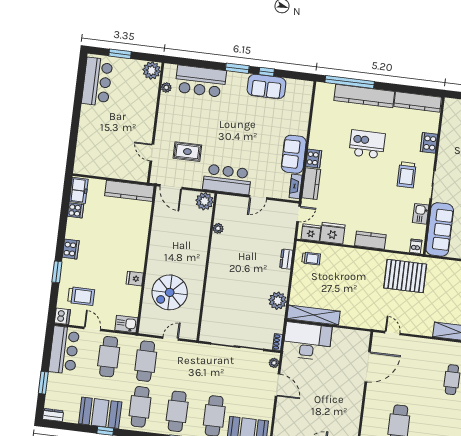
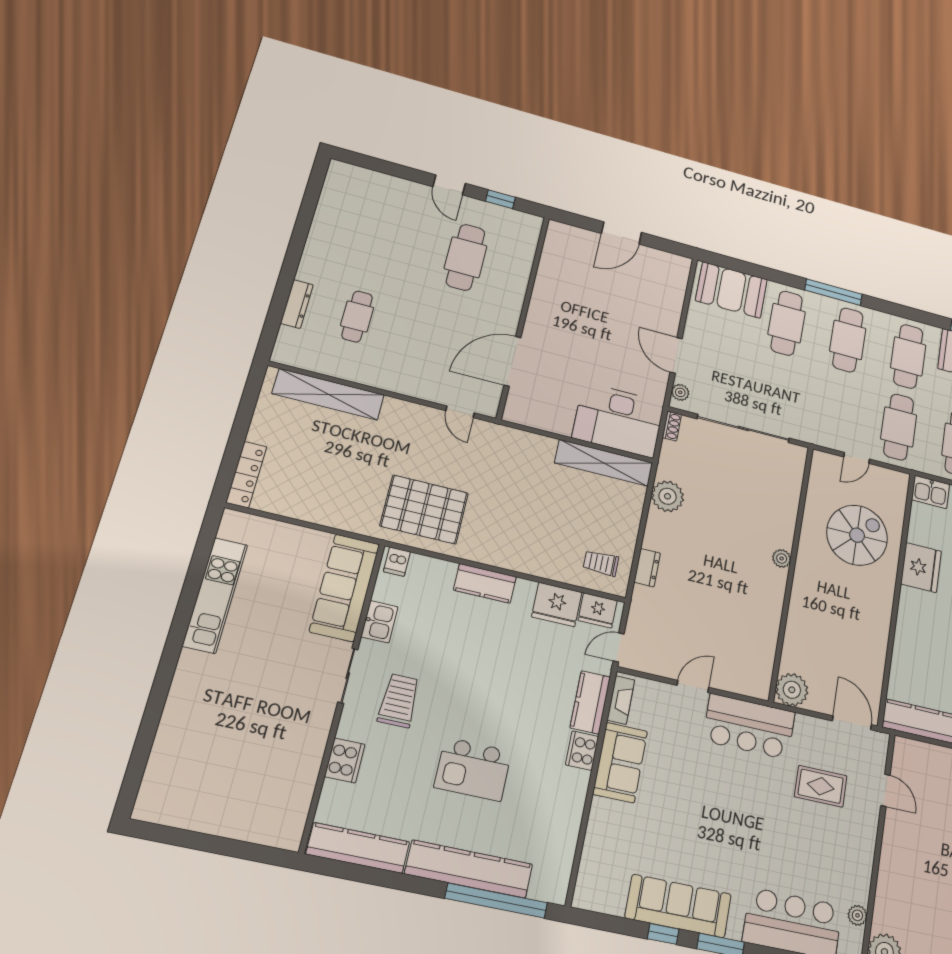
sofa: (266, 87) -> (678, 906), width x1.36
plant: (218, 228) -> (782, 558), moved
fridge: (135, 279) -> (921, 568), width x1.88, depth x1.34

